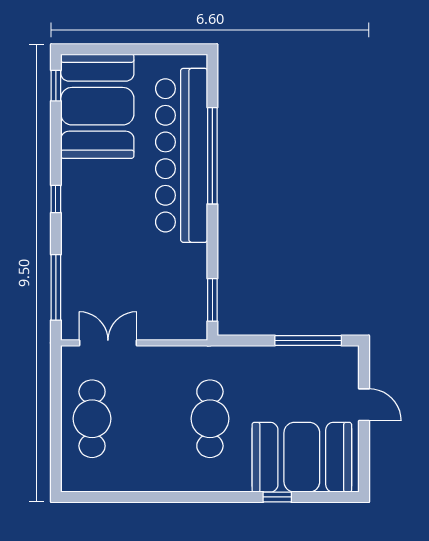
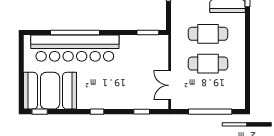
window: (56, 287) -> (142, 112), width x0.46
cafe table: (92, 419) -> (208, 64), moved
window: (56, 423) -> (210, 112), added

